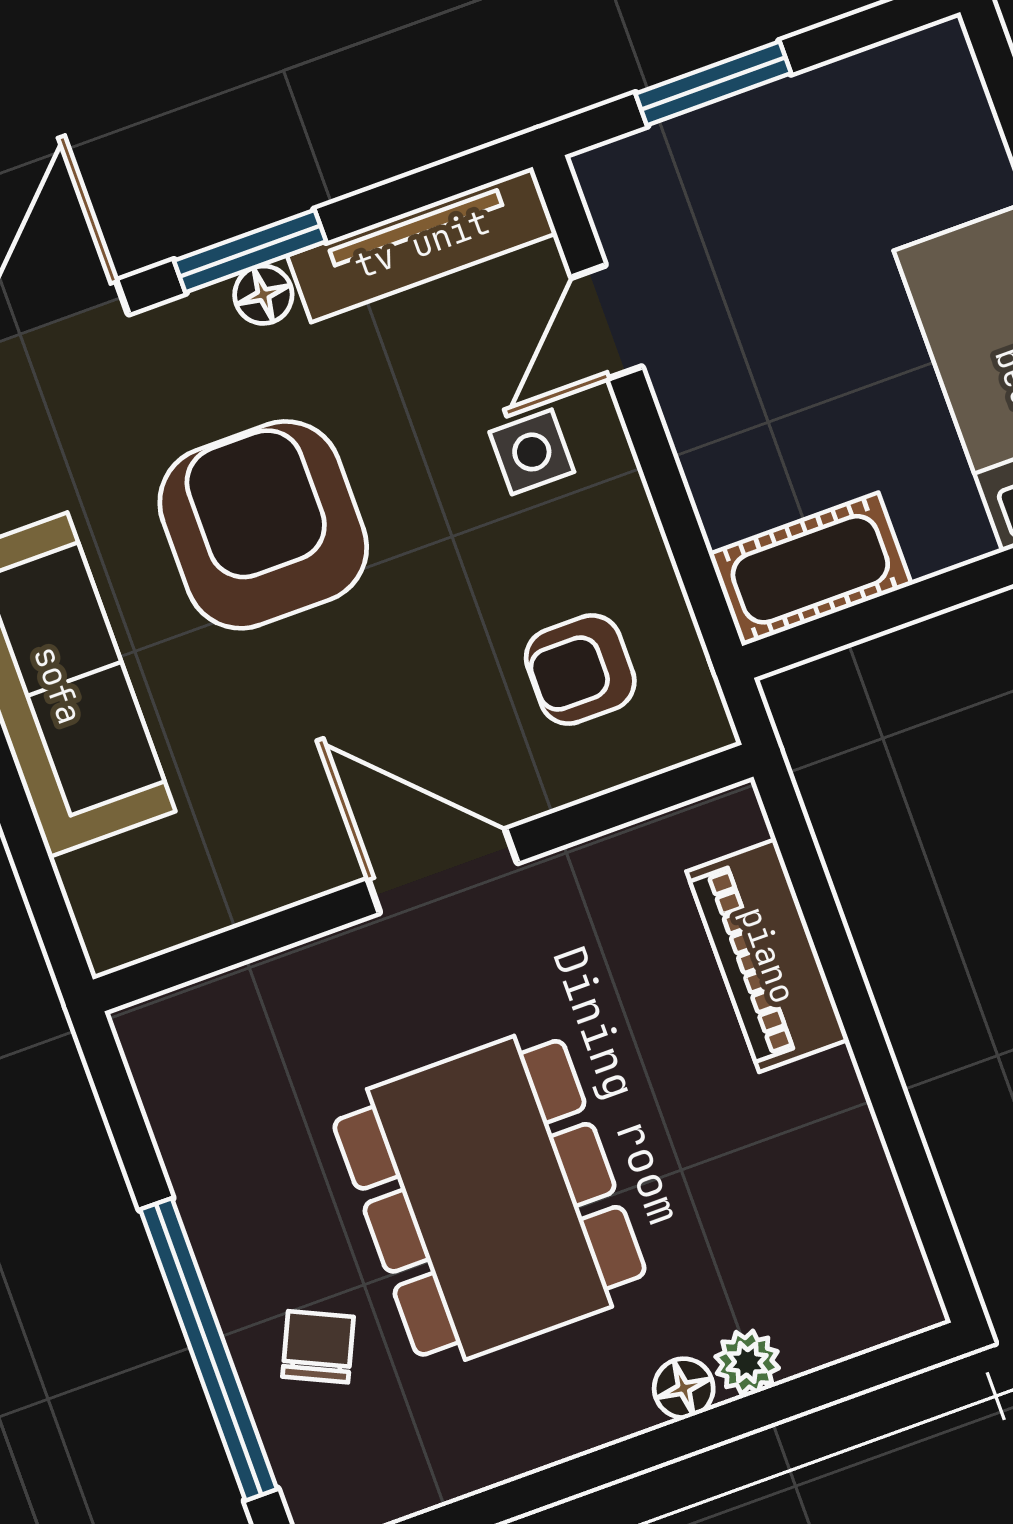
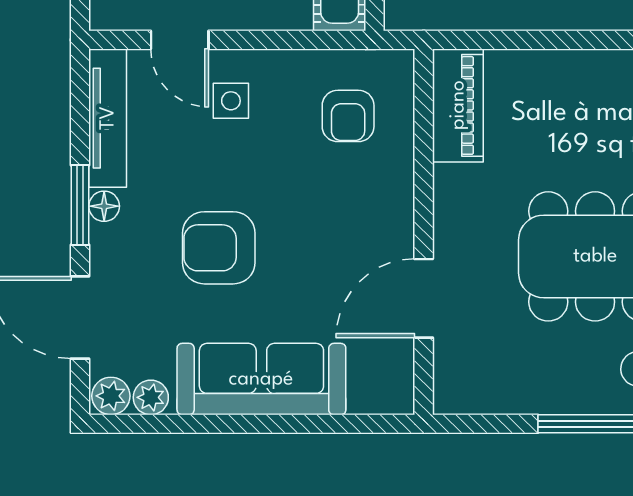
armchair: (263, 525) -> (219, 248), width x0.73, depth x0.73
door: (443, 871) -> (424, 298), moved
piano: (768, 955) -> (458, 105), moved, turned -90

